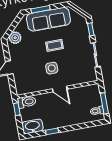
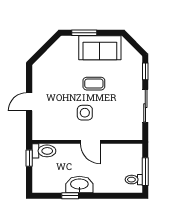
sofa: (48, 19) -> (100, 48), width x0.73
plant: (15, 38) -> (44, 64), removed
washbasin: (33, 126) -> (79, 185), moved

